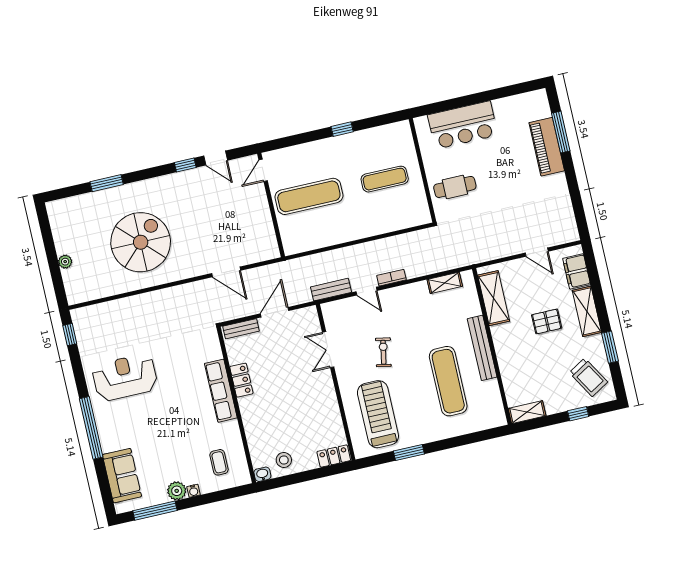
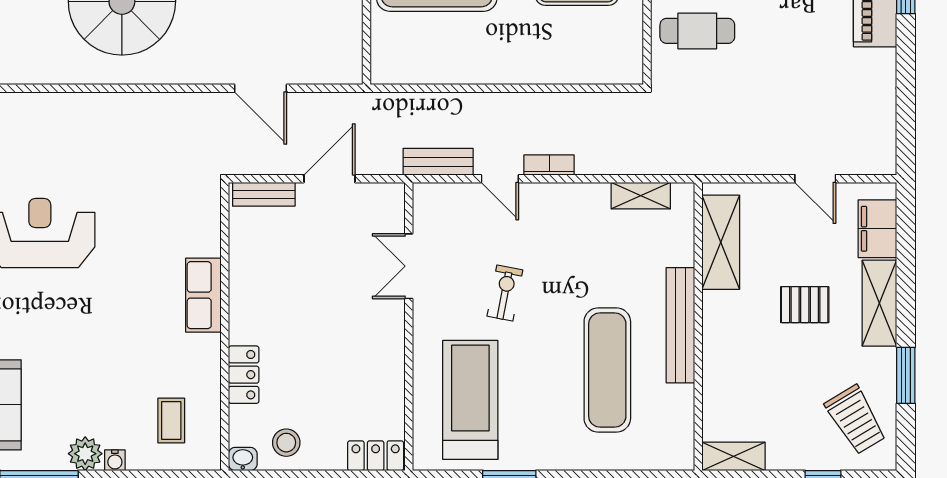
locker: (241, 380) -> (244, 375), moved
row of seats: (221, 391) -> (203, 295), width x0.68

